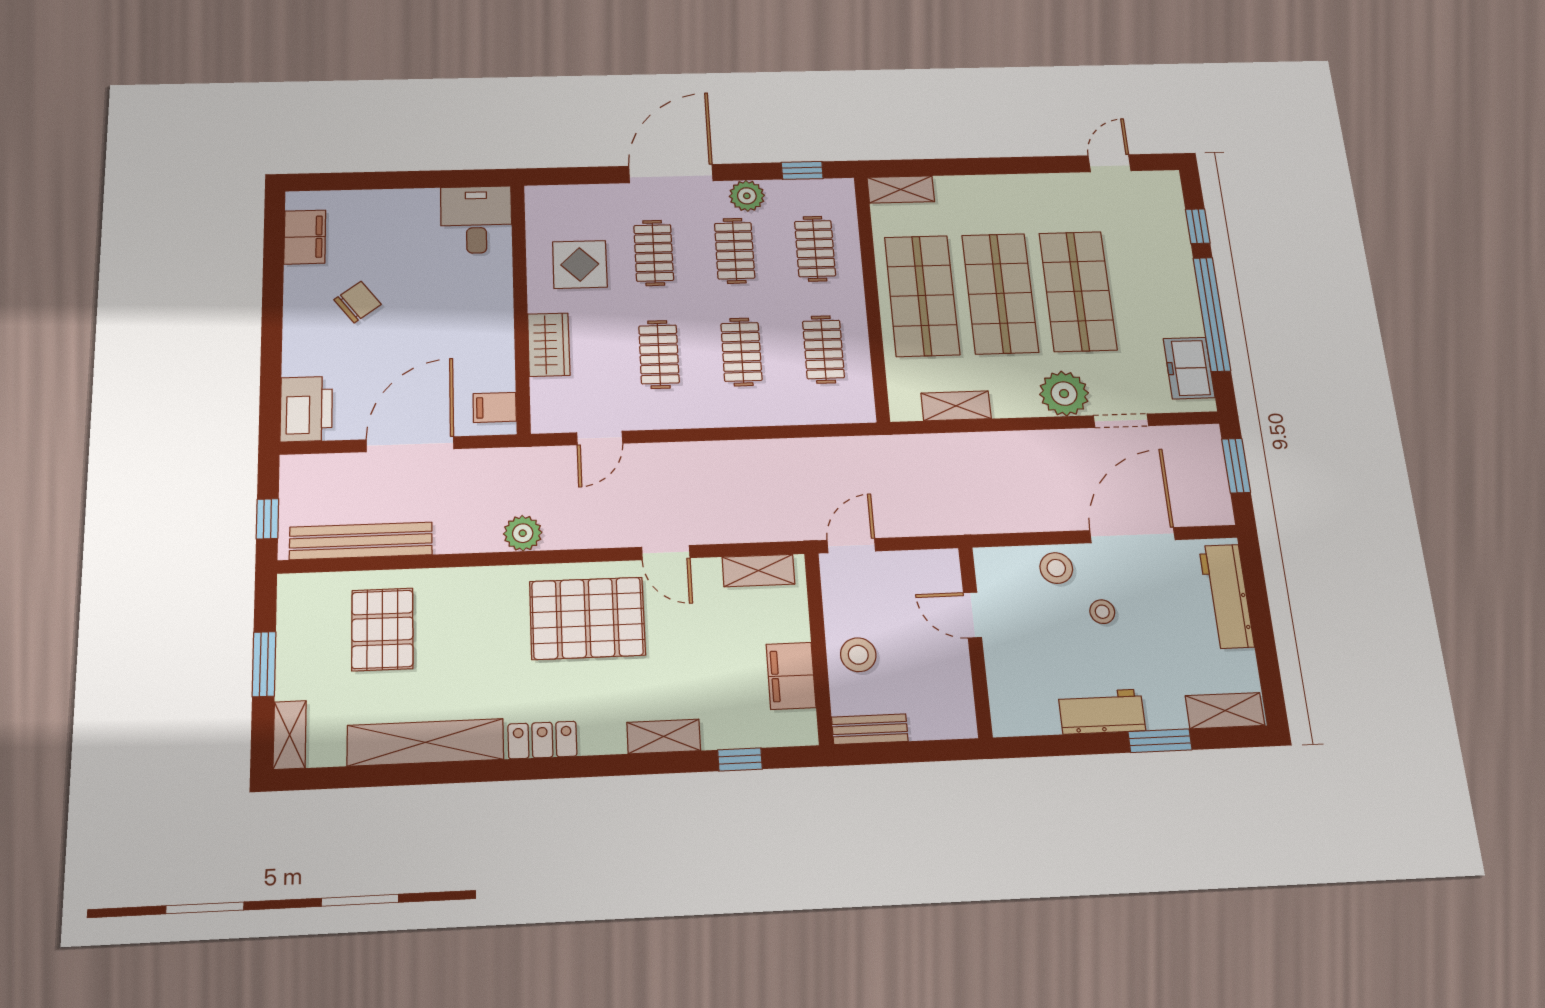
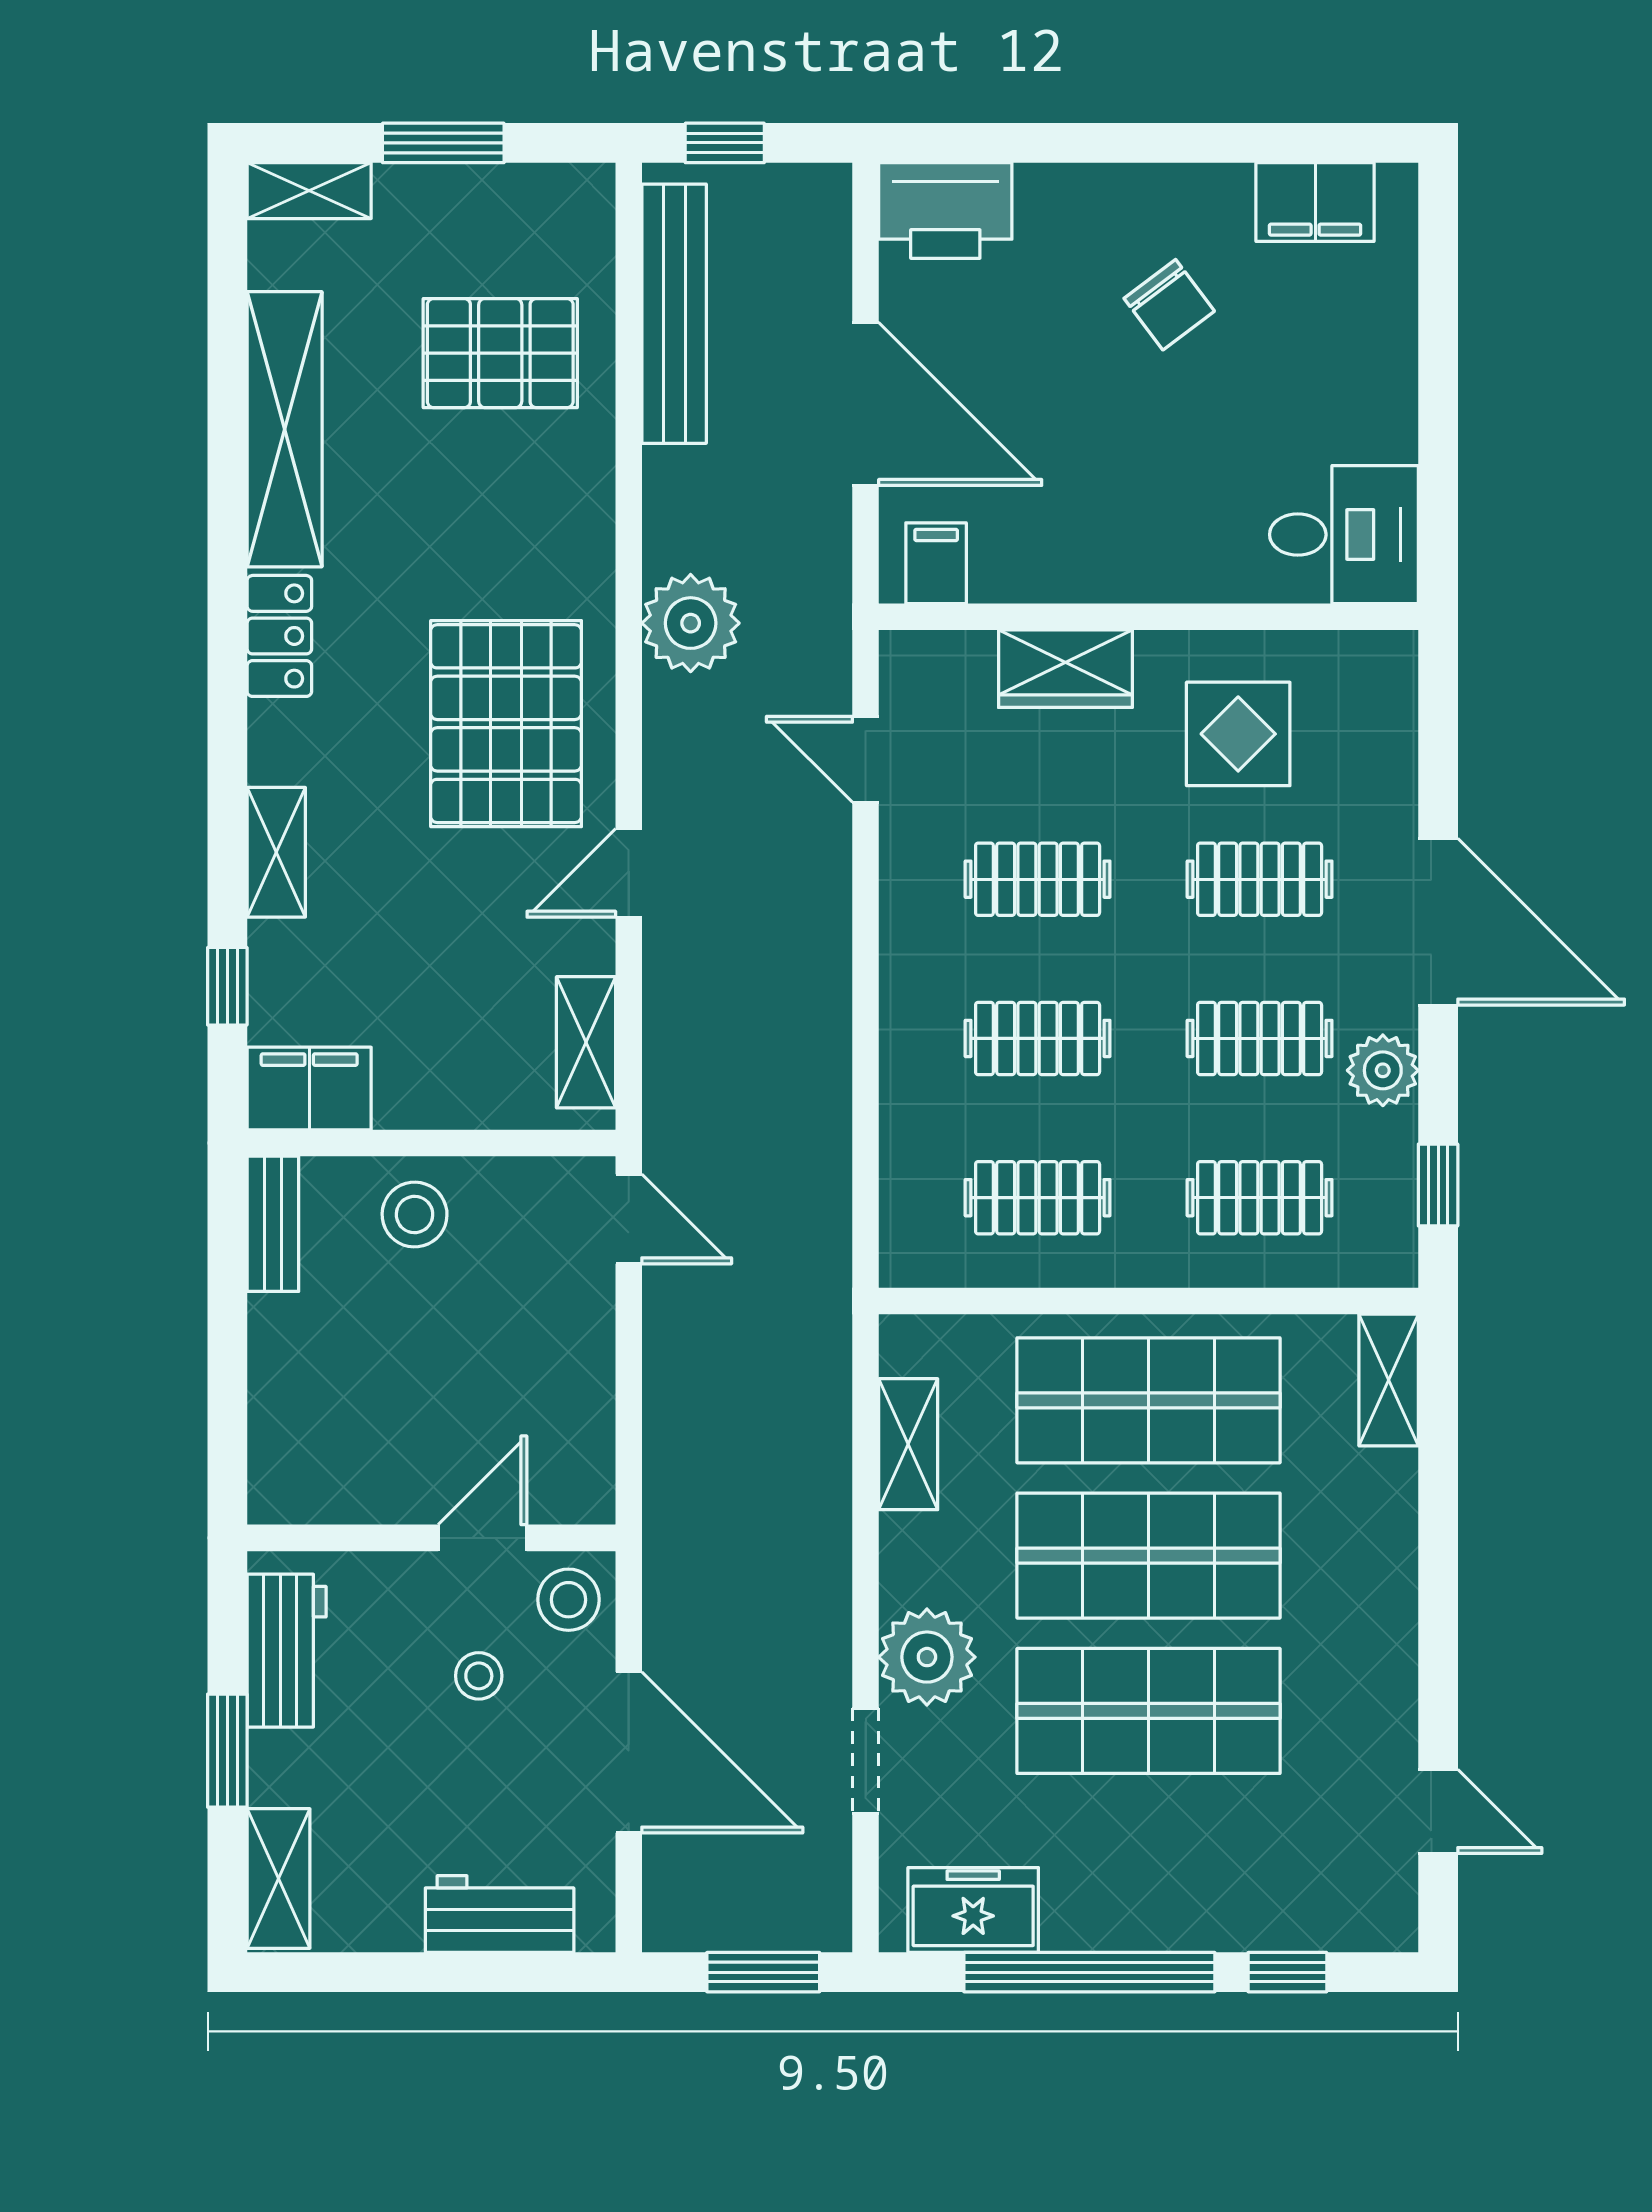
plant: (523, 533) -> (691, 623), width x1.36, depth x1.36
workbench: (1226, 596) -> (500, 1914), width x0.73
door: (972, 615) -> (482, 1538), moved
wall: (975, 641) -> (431, 1538), moved
filing cabinet: (791, 676) -> (309, 1089), moved

